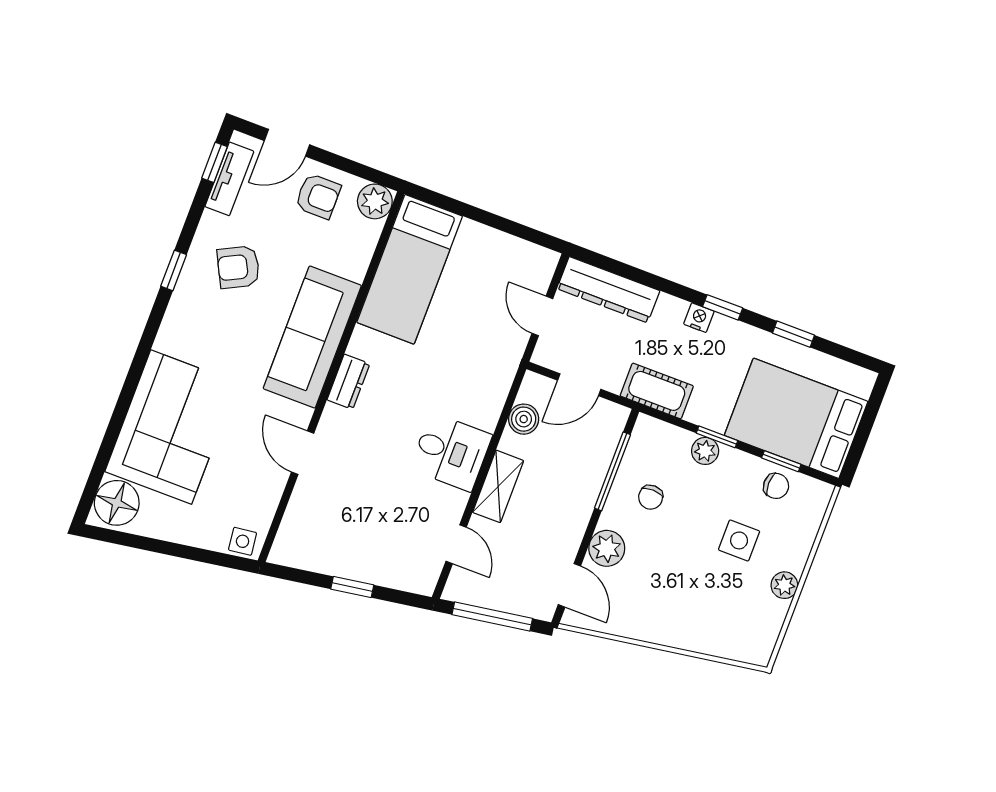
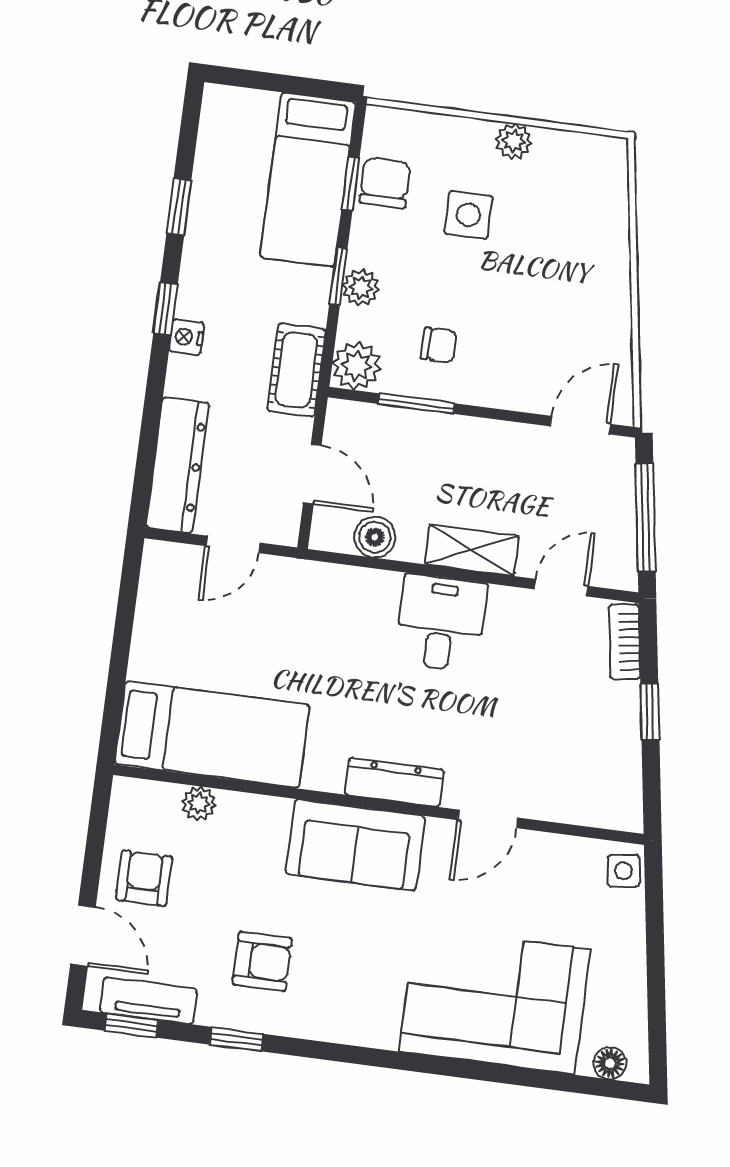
plant: (375, 201) -> (199, 803), moved, width x0.73, depth x0.73
armchair: (238, 267) -> (262, 961), turned -63
window: (174, 270) -> (237, 1039), moved
sofa: (312, 337) -> (355, 845), width x0.73
dresser: (348, 382) -> (394, 782), width x1.44
bed: (796, 418) -> (308, 180), width x0.67
window: (612, 471) -> (416, 404), width x0.69
chair: (776, 486) -> (385, 183), width x1.37, depth x1.37
floor lamp: (117, 503) -> (610, 1063), width x0.53, depth x0.53
plant: (607, 548) -> (357, 366), moved
bookcase: (407, 581) -> (625, 642), added

